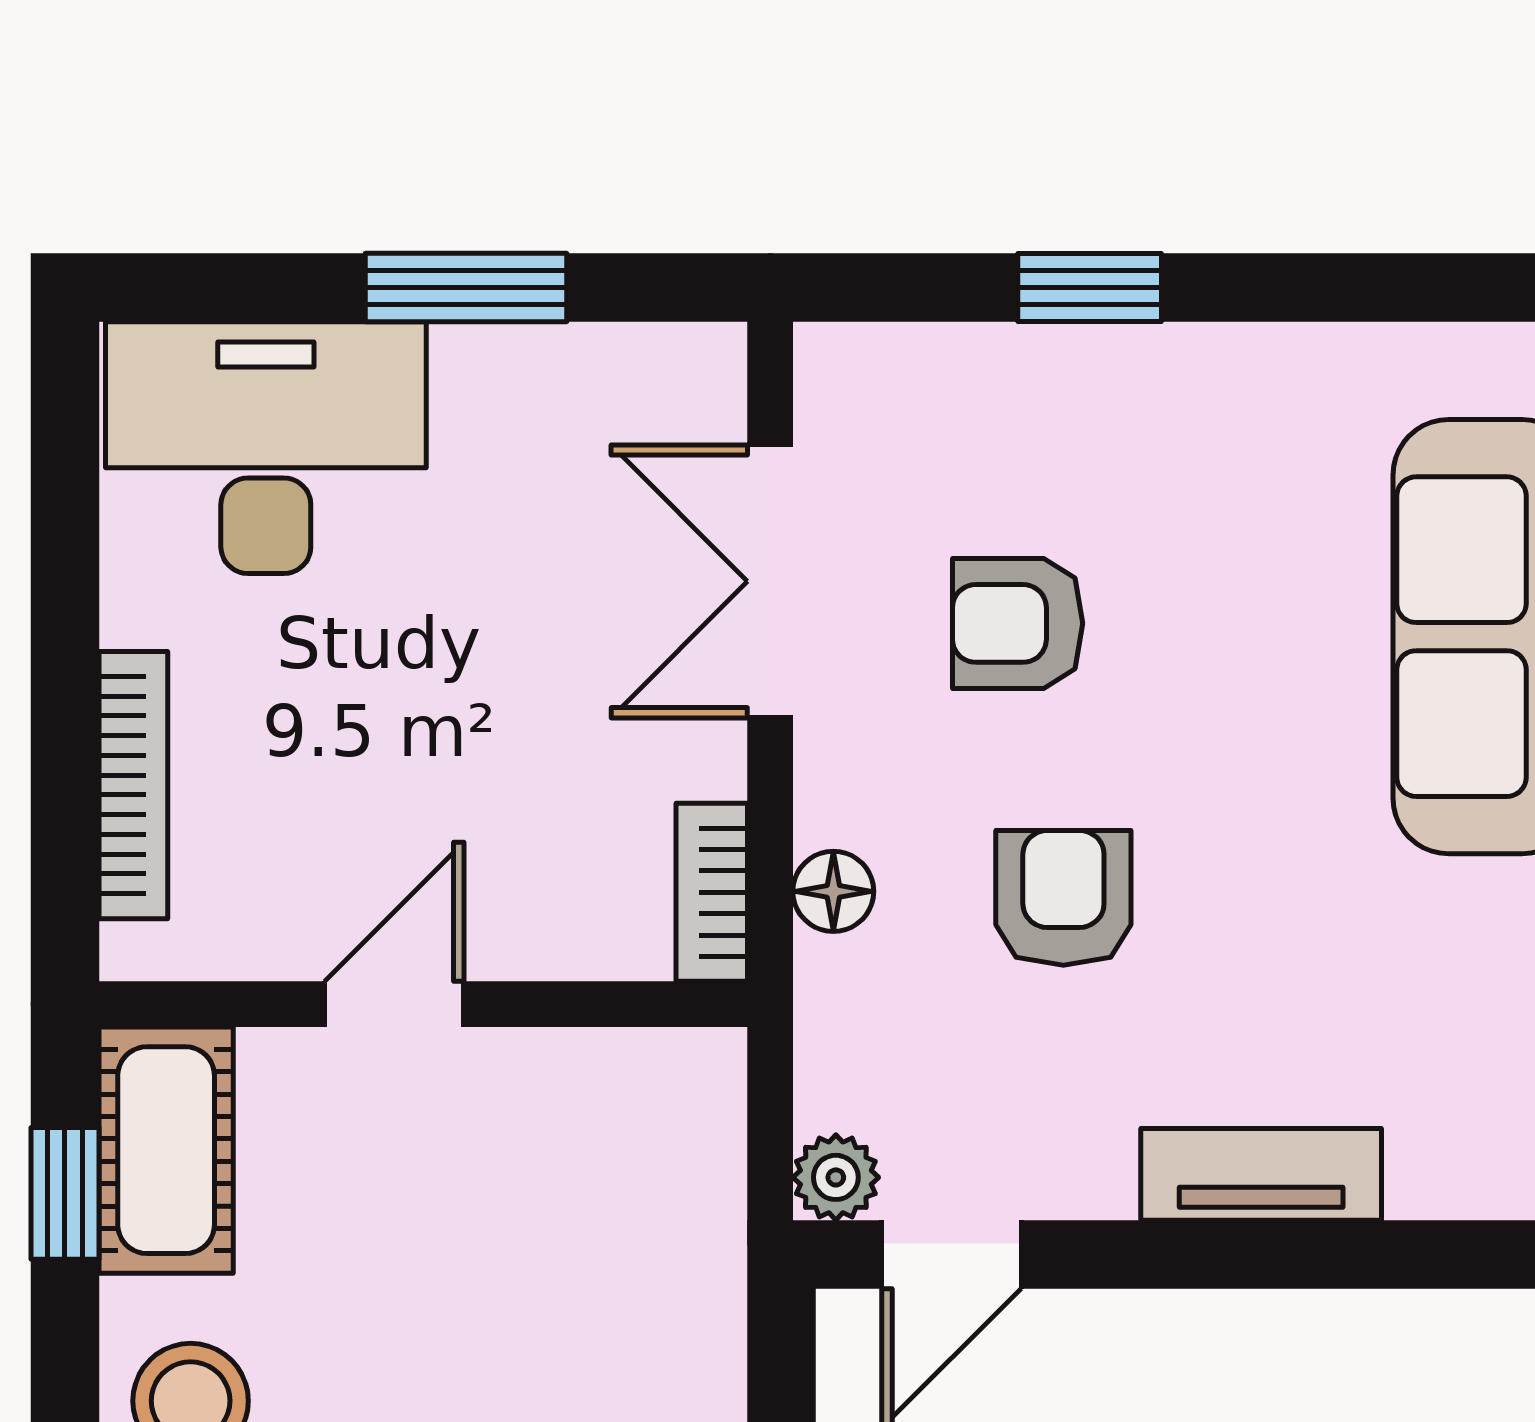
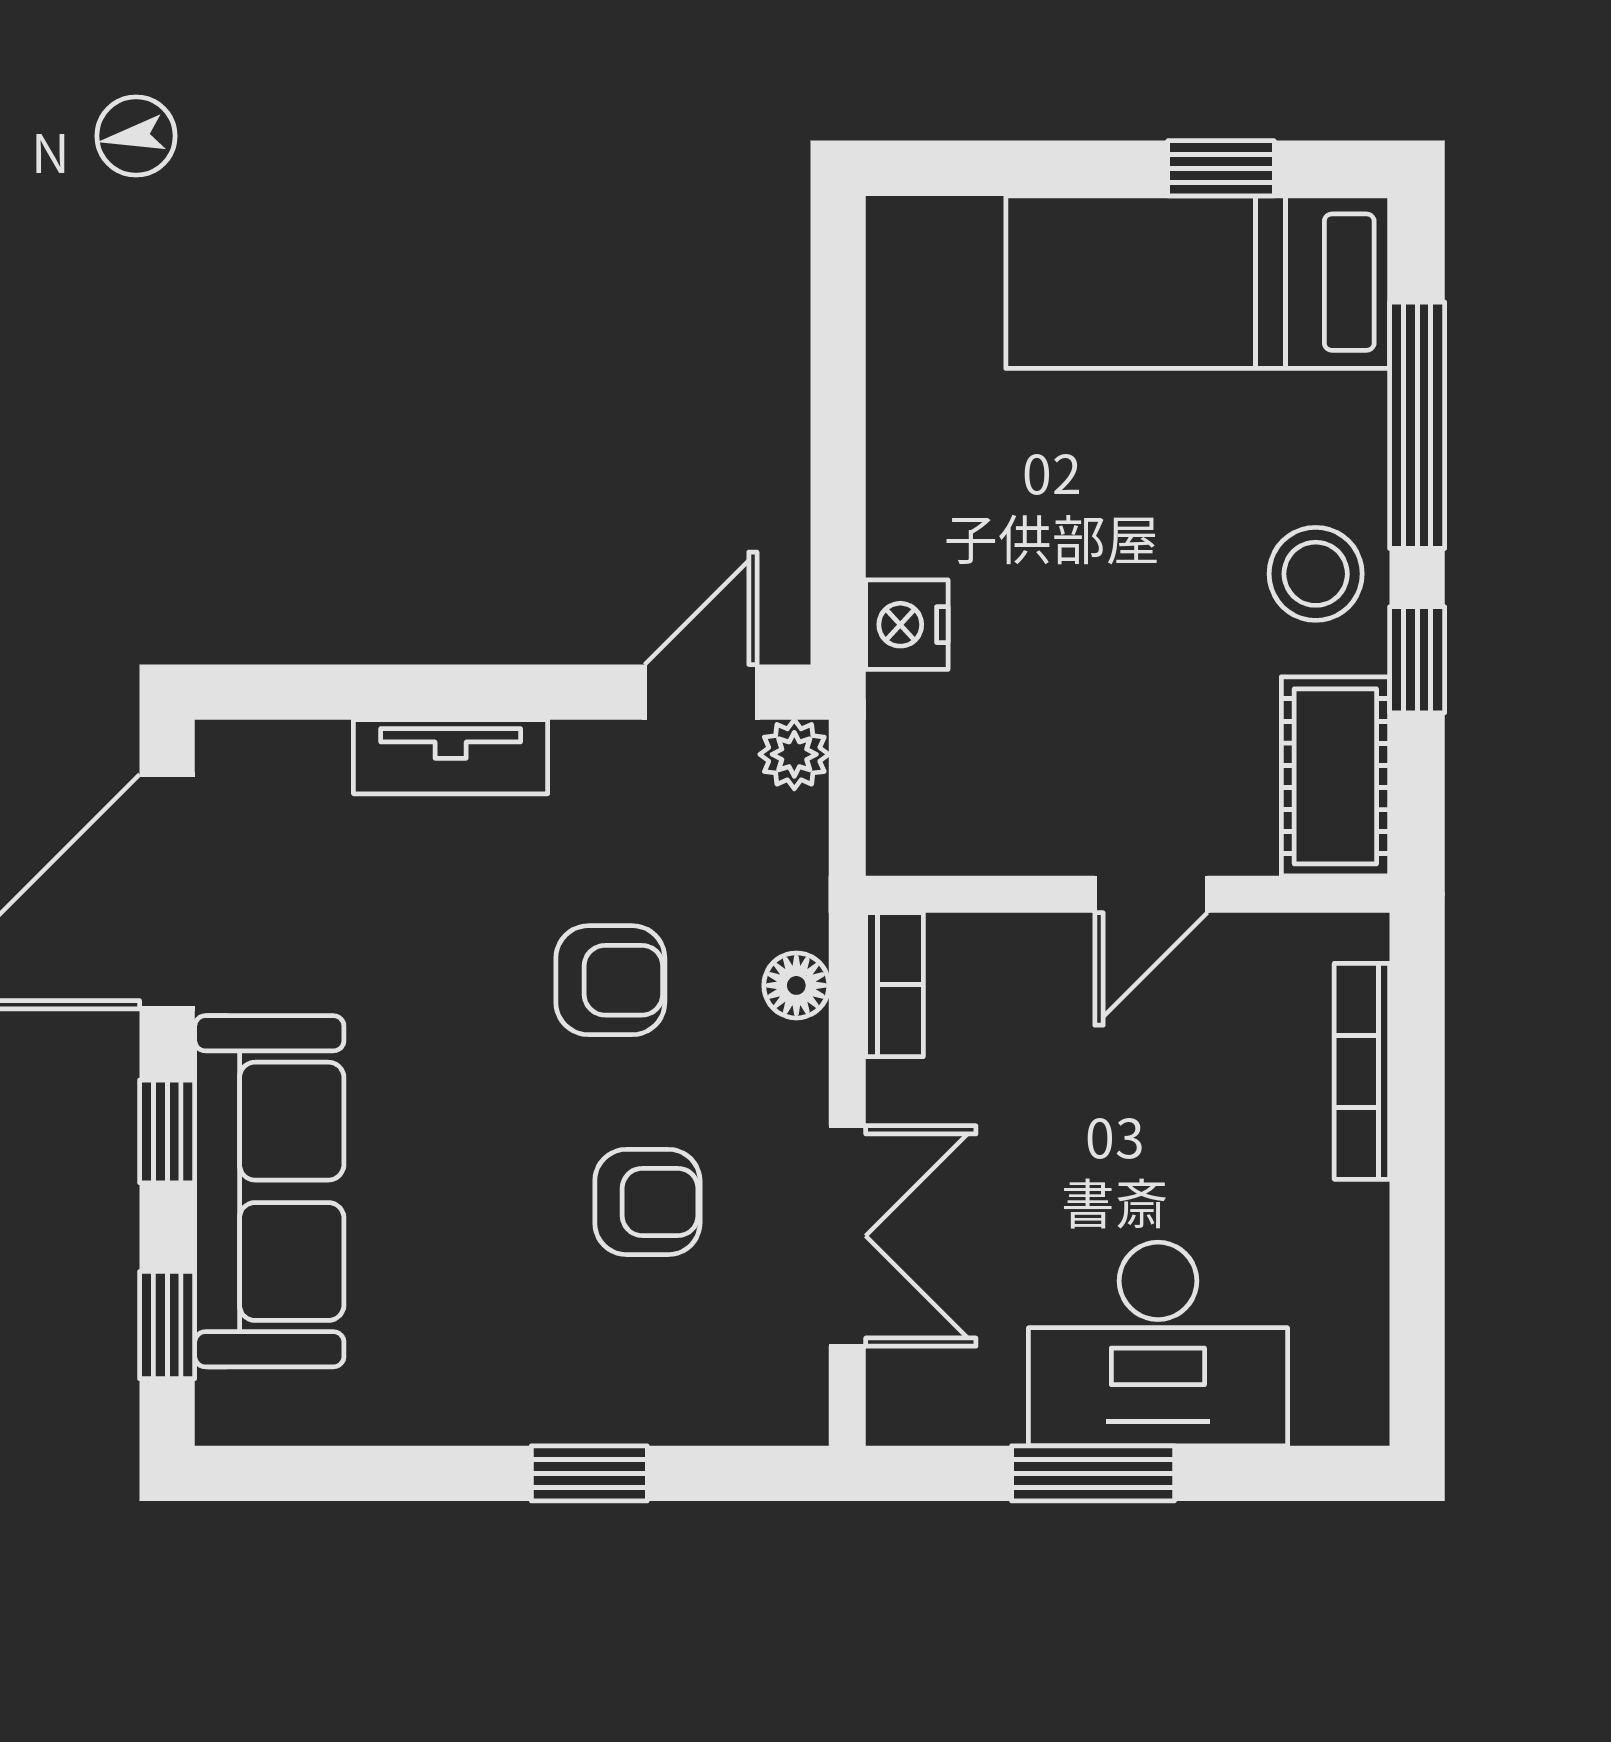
desk: (266, 448) -> (1158, 1344), moved
armchair: (1063, 898) -> (610, 980), turned -90
window: (65, 1193) -> (1417, 660), moved
nightstand: (696, 1338) -> (907, 625), added

